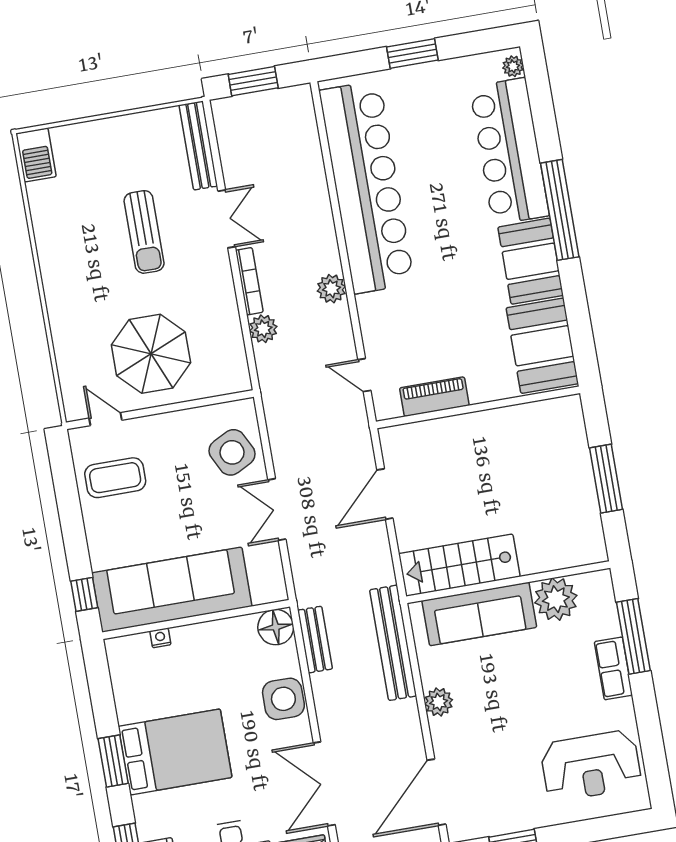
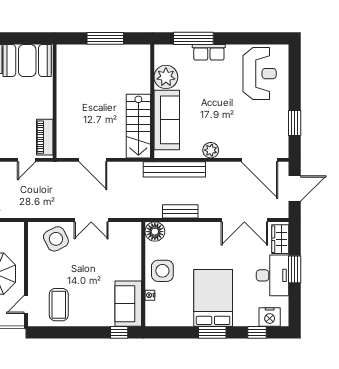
piano: (434, 397) -> (45, 137), moved
sofa: (172, 590) -> (128, 304), width x0.54, depth x0.79
bench: (315, 640) -> (180, 211), moved
side table: (283, 699) -> (162, 271), moved

